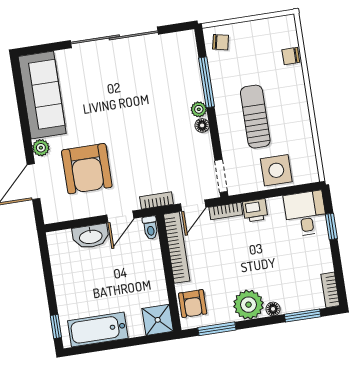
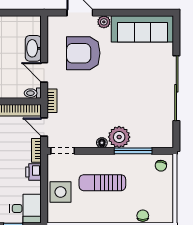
plant: (199, 109) -> (119, 137), width x1.87, depth x1.87
sun lounger: (255, 117) -> (102, 183), turned 180

